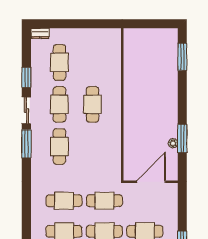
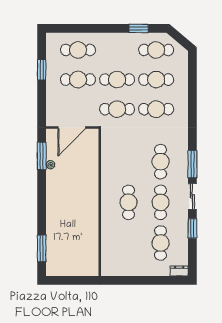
window: (182, 139) -> (42, 156), moved

